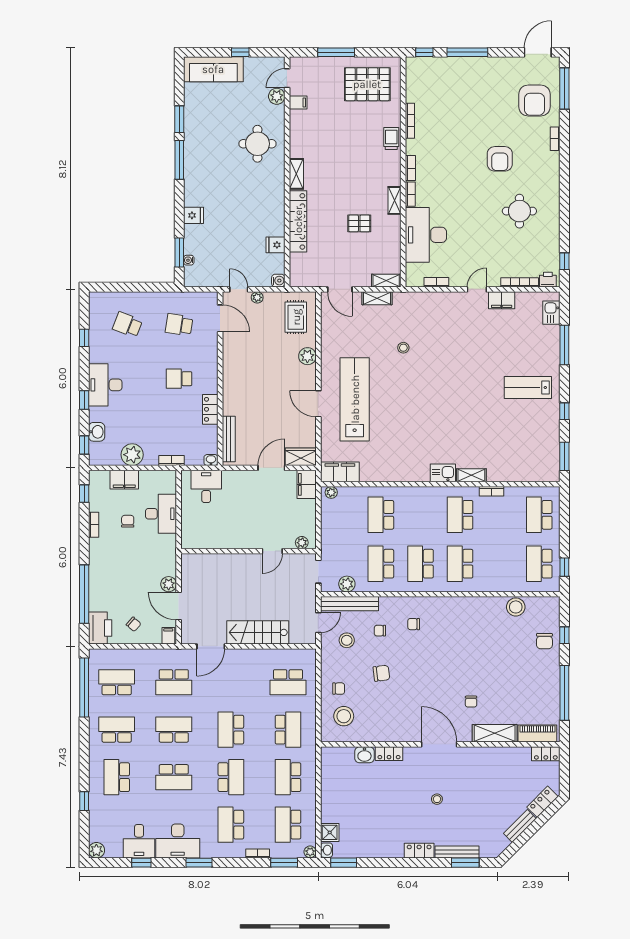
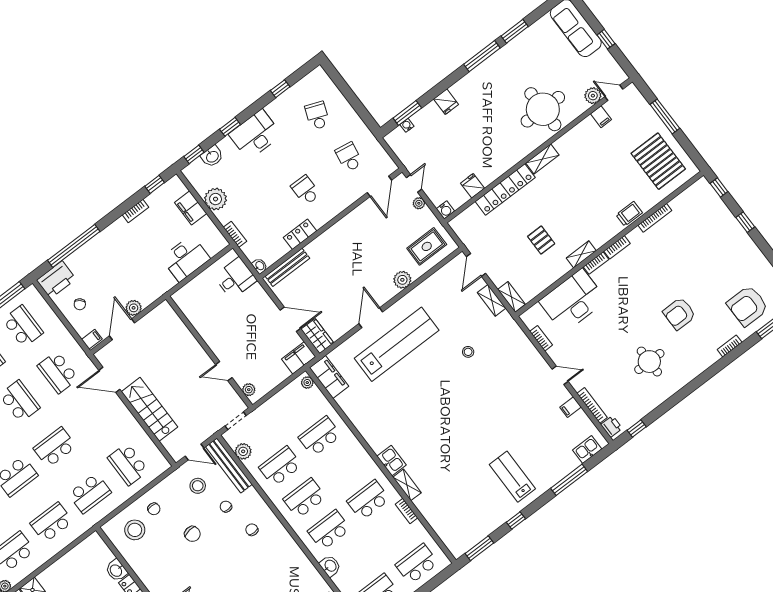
window: (467, 52) -> (745, 222), width x0.46
round table: (257, 144) -> (543, 109), width x1.36, depth x1.36
filing cabinet: (502, 300) -> (570, 407), width x0.50
chair: (128, 521) -> (159, 236), removed
washbasin: (489, 584) -> (330, 566), added

